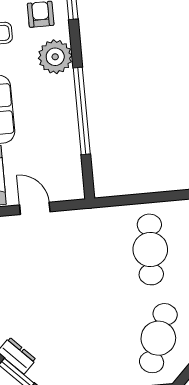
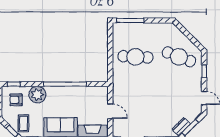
door: (35, 208) -> (110, 111), swing flipped

